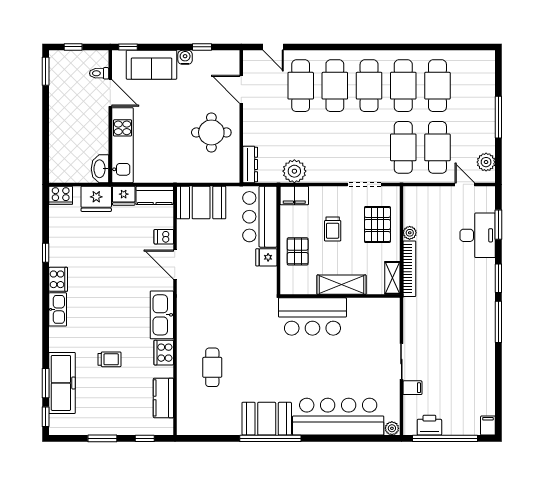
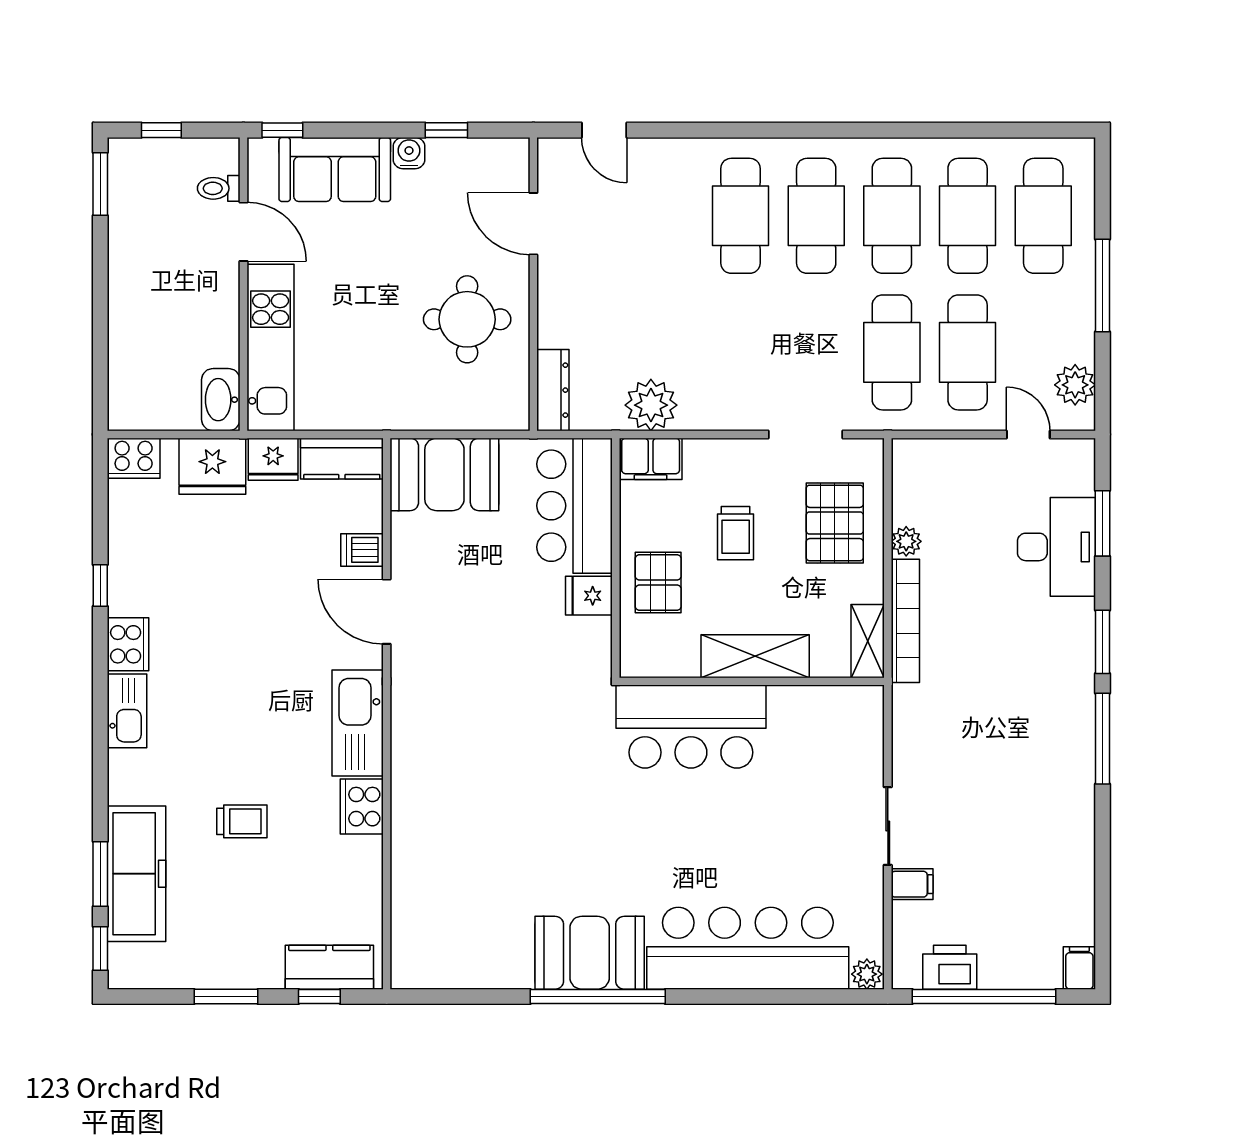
cafe table: (301, 86) -> (1043, 216), moved
cafe table: (212, 367) -> (469, 839), removed
kitchen counter: (163, 398) -> (329, 967), moved, turned 90

